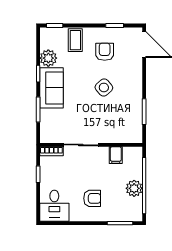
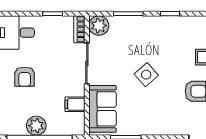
plant: (48, 58) -> (99, 26), moved
side table: (104, 87) -> (146, 75), moved
sofa: (52, 88) -> (103, 109), moved, turned -90

